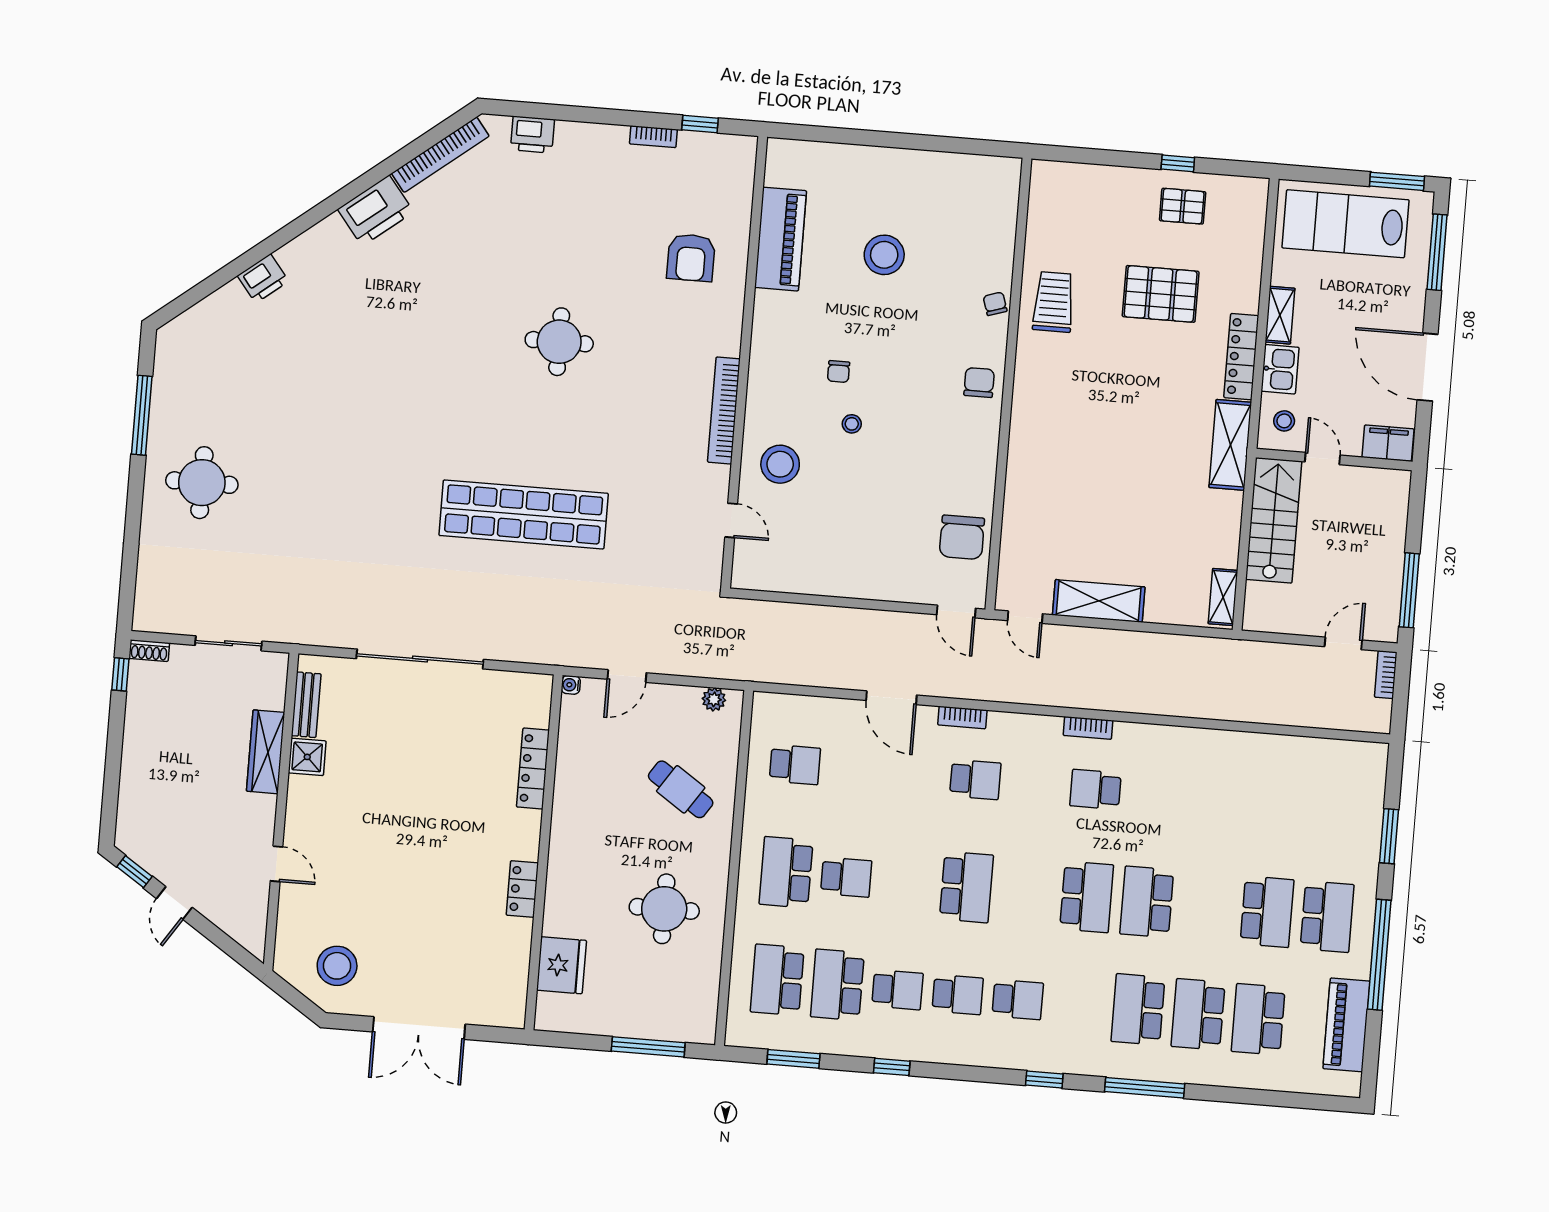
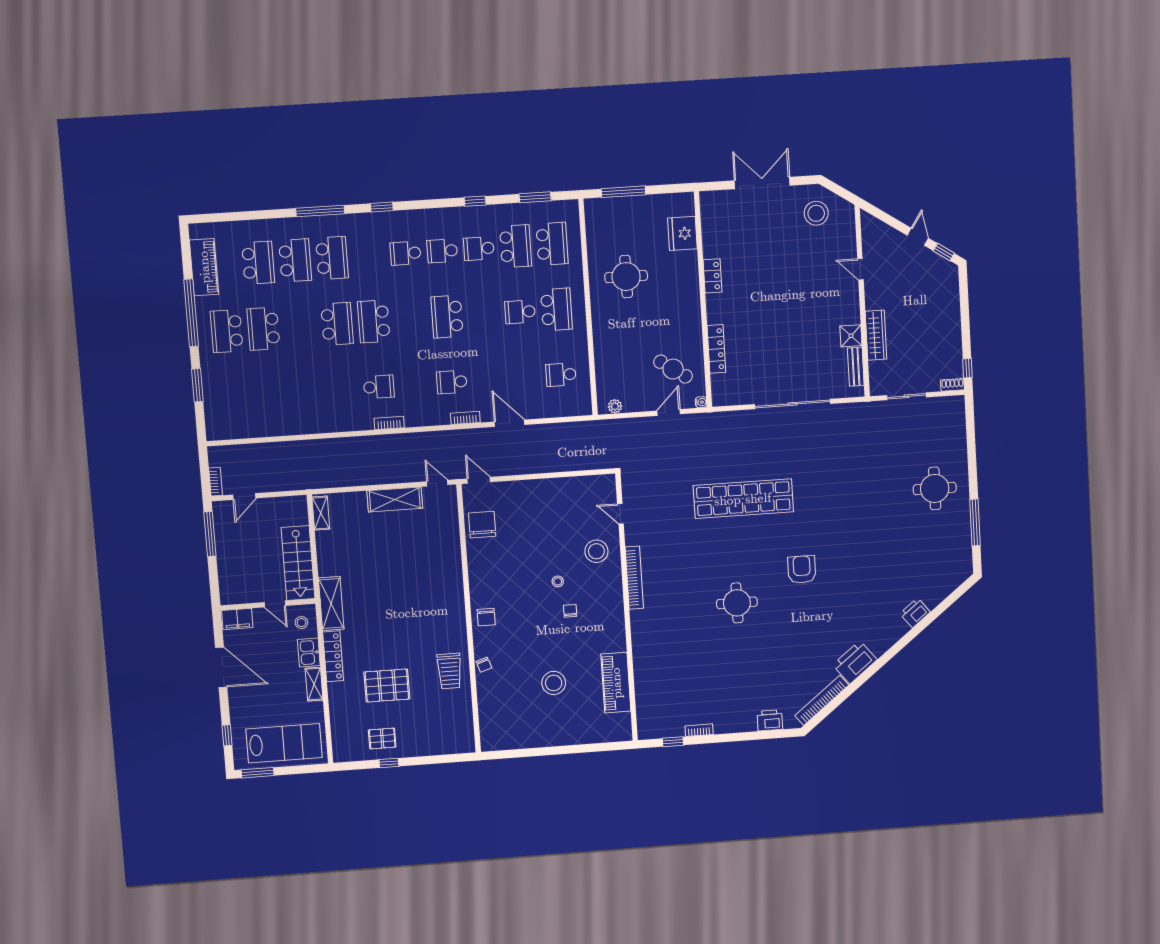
window: (1437, 252) -> (227, 735), width x0.46
armchair: (691, 258) -> (802, 570), moved
cafe table: (681, 789) -> (673, 369), moved

